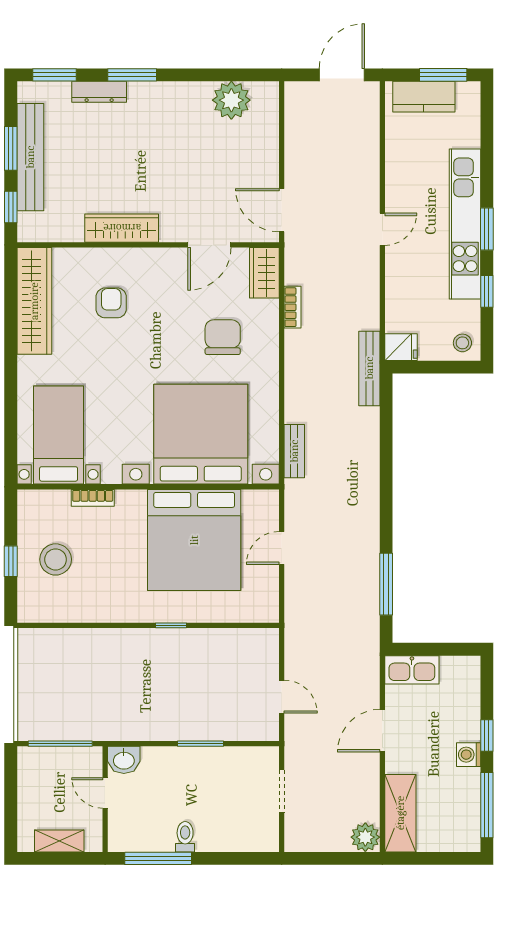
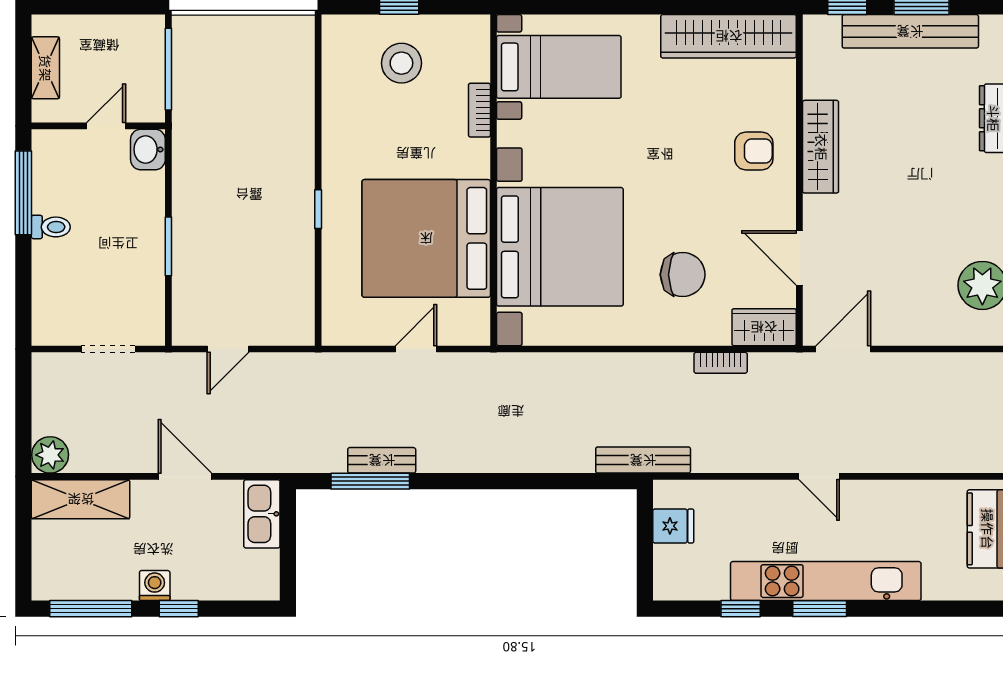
armchair: (111, 303) -> (754, 151), moved
stool: (462, 343) -> (675, 578), removed
fridge: (401, 347) -> (673, 526), moved, turned -90
bench: (294, 451) -> (382, 460), moved
door: (282, 548) -> (416, 349), hinge flipped

